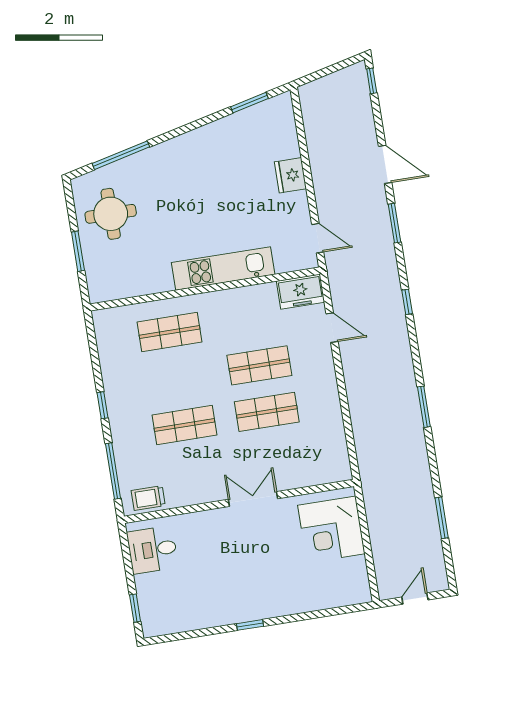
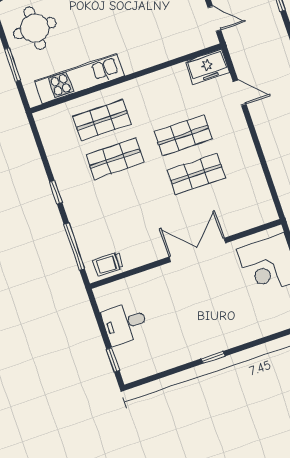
kitchen unit: (223, 269) -> (79, 78), moved
shop shelf: (184, 425) -> (115, 159), moved
double door: (253, 499) -> (197, 250), width x1.37
desk: (152, 550) -> (125, 323), moved

